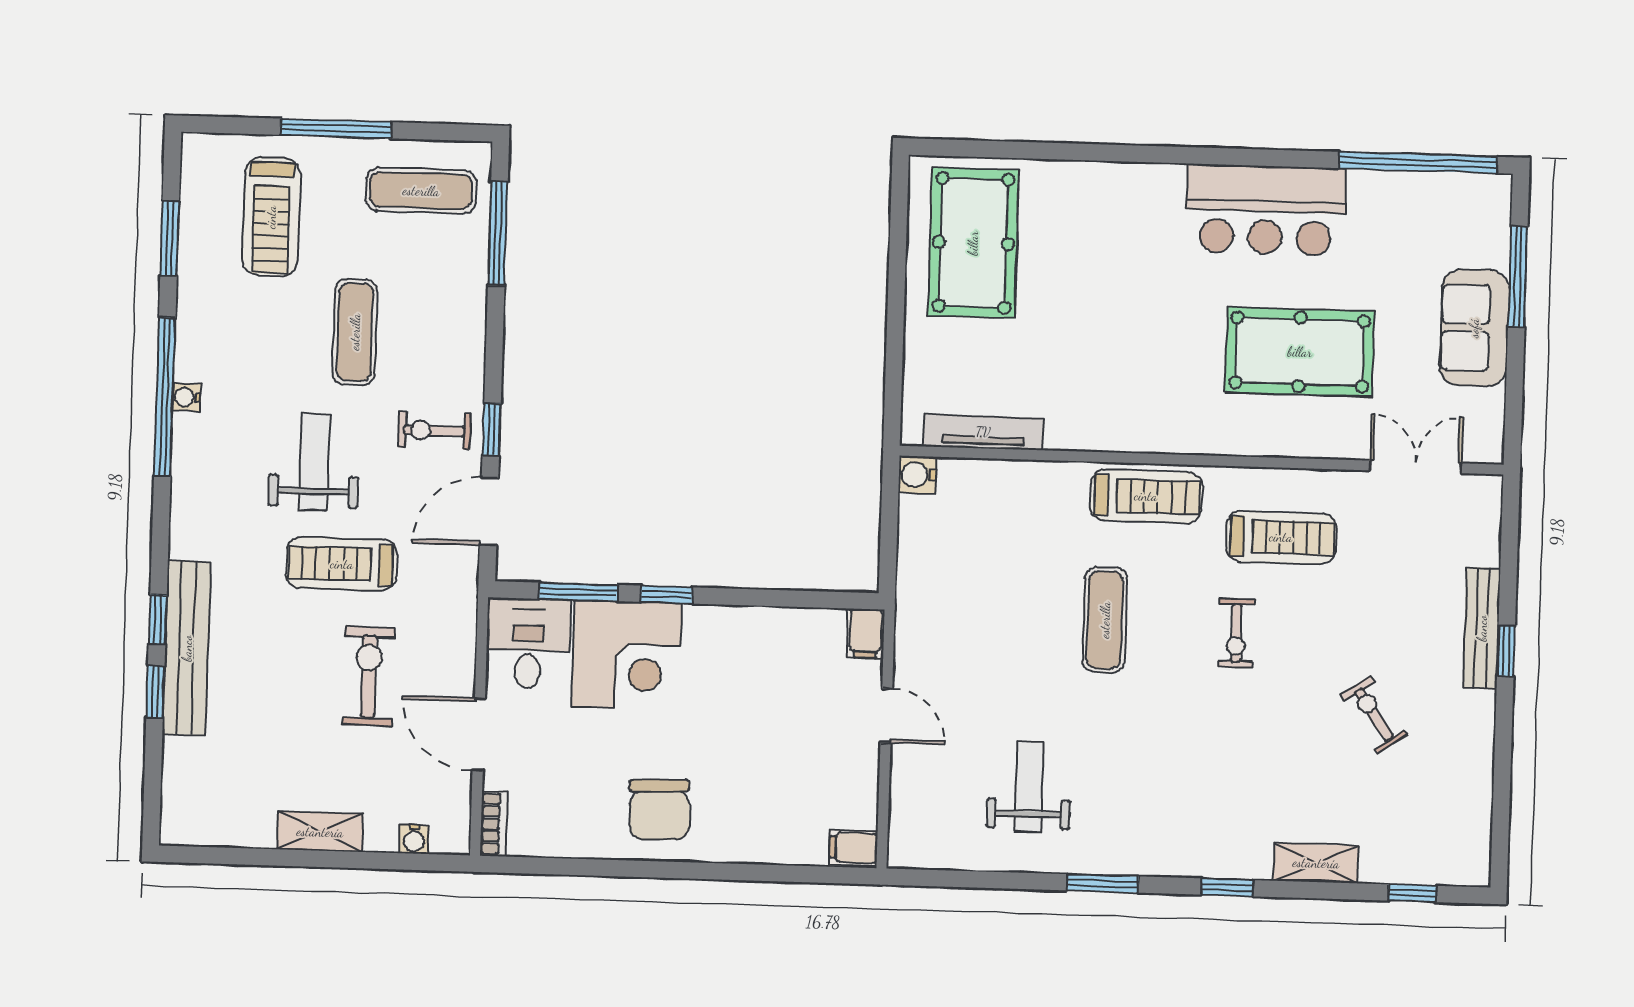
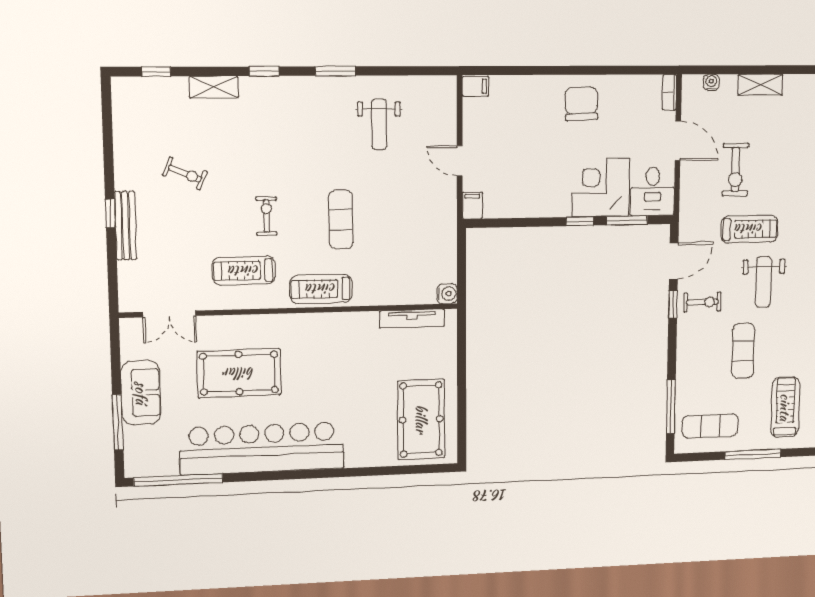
bar counter: (1266, 210) -> (262, 448), width x1.86
exercise bike: (1374, 715) -> (185, 173), turned -33

